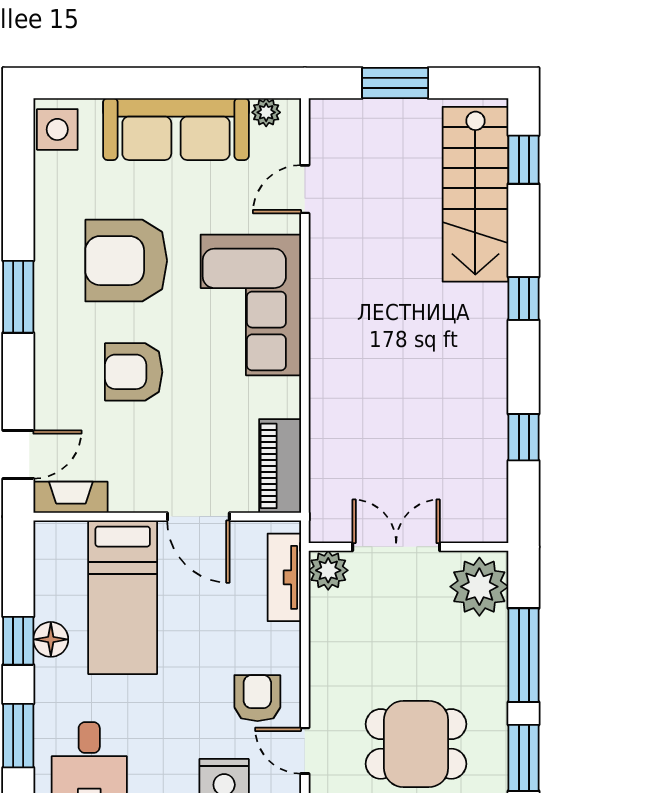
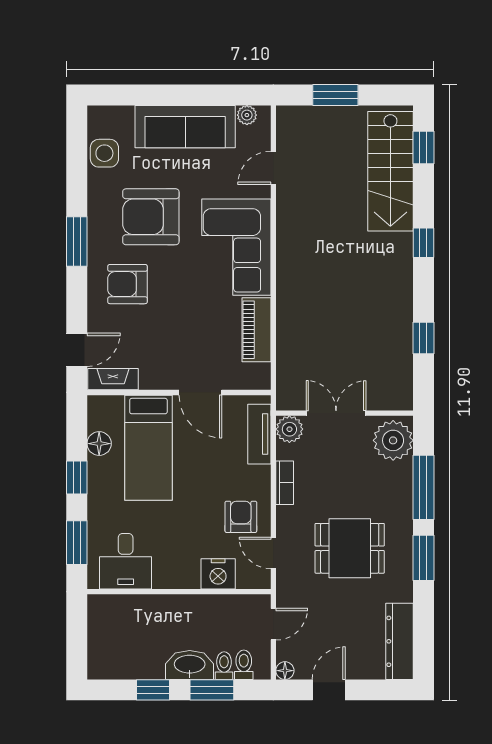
side table: (57, 129) -> (104, 153), moved
armchair: (134, 372) -> (128, 284), moved
piano: (280, 466) -> (256, 330), moved
floor lamp: (51, 639) -> (99, 444), moved
bookcase: (321, 648) -> (285, 483), added

